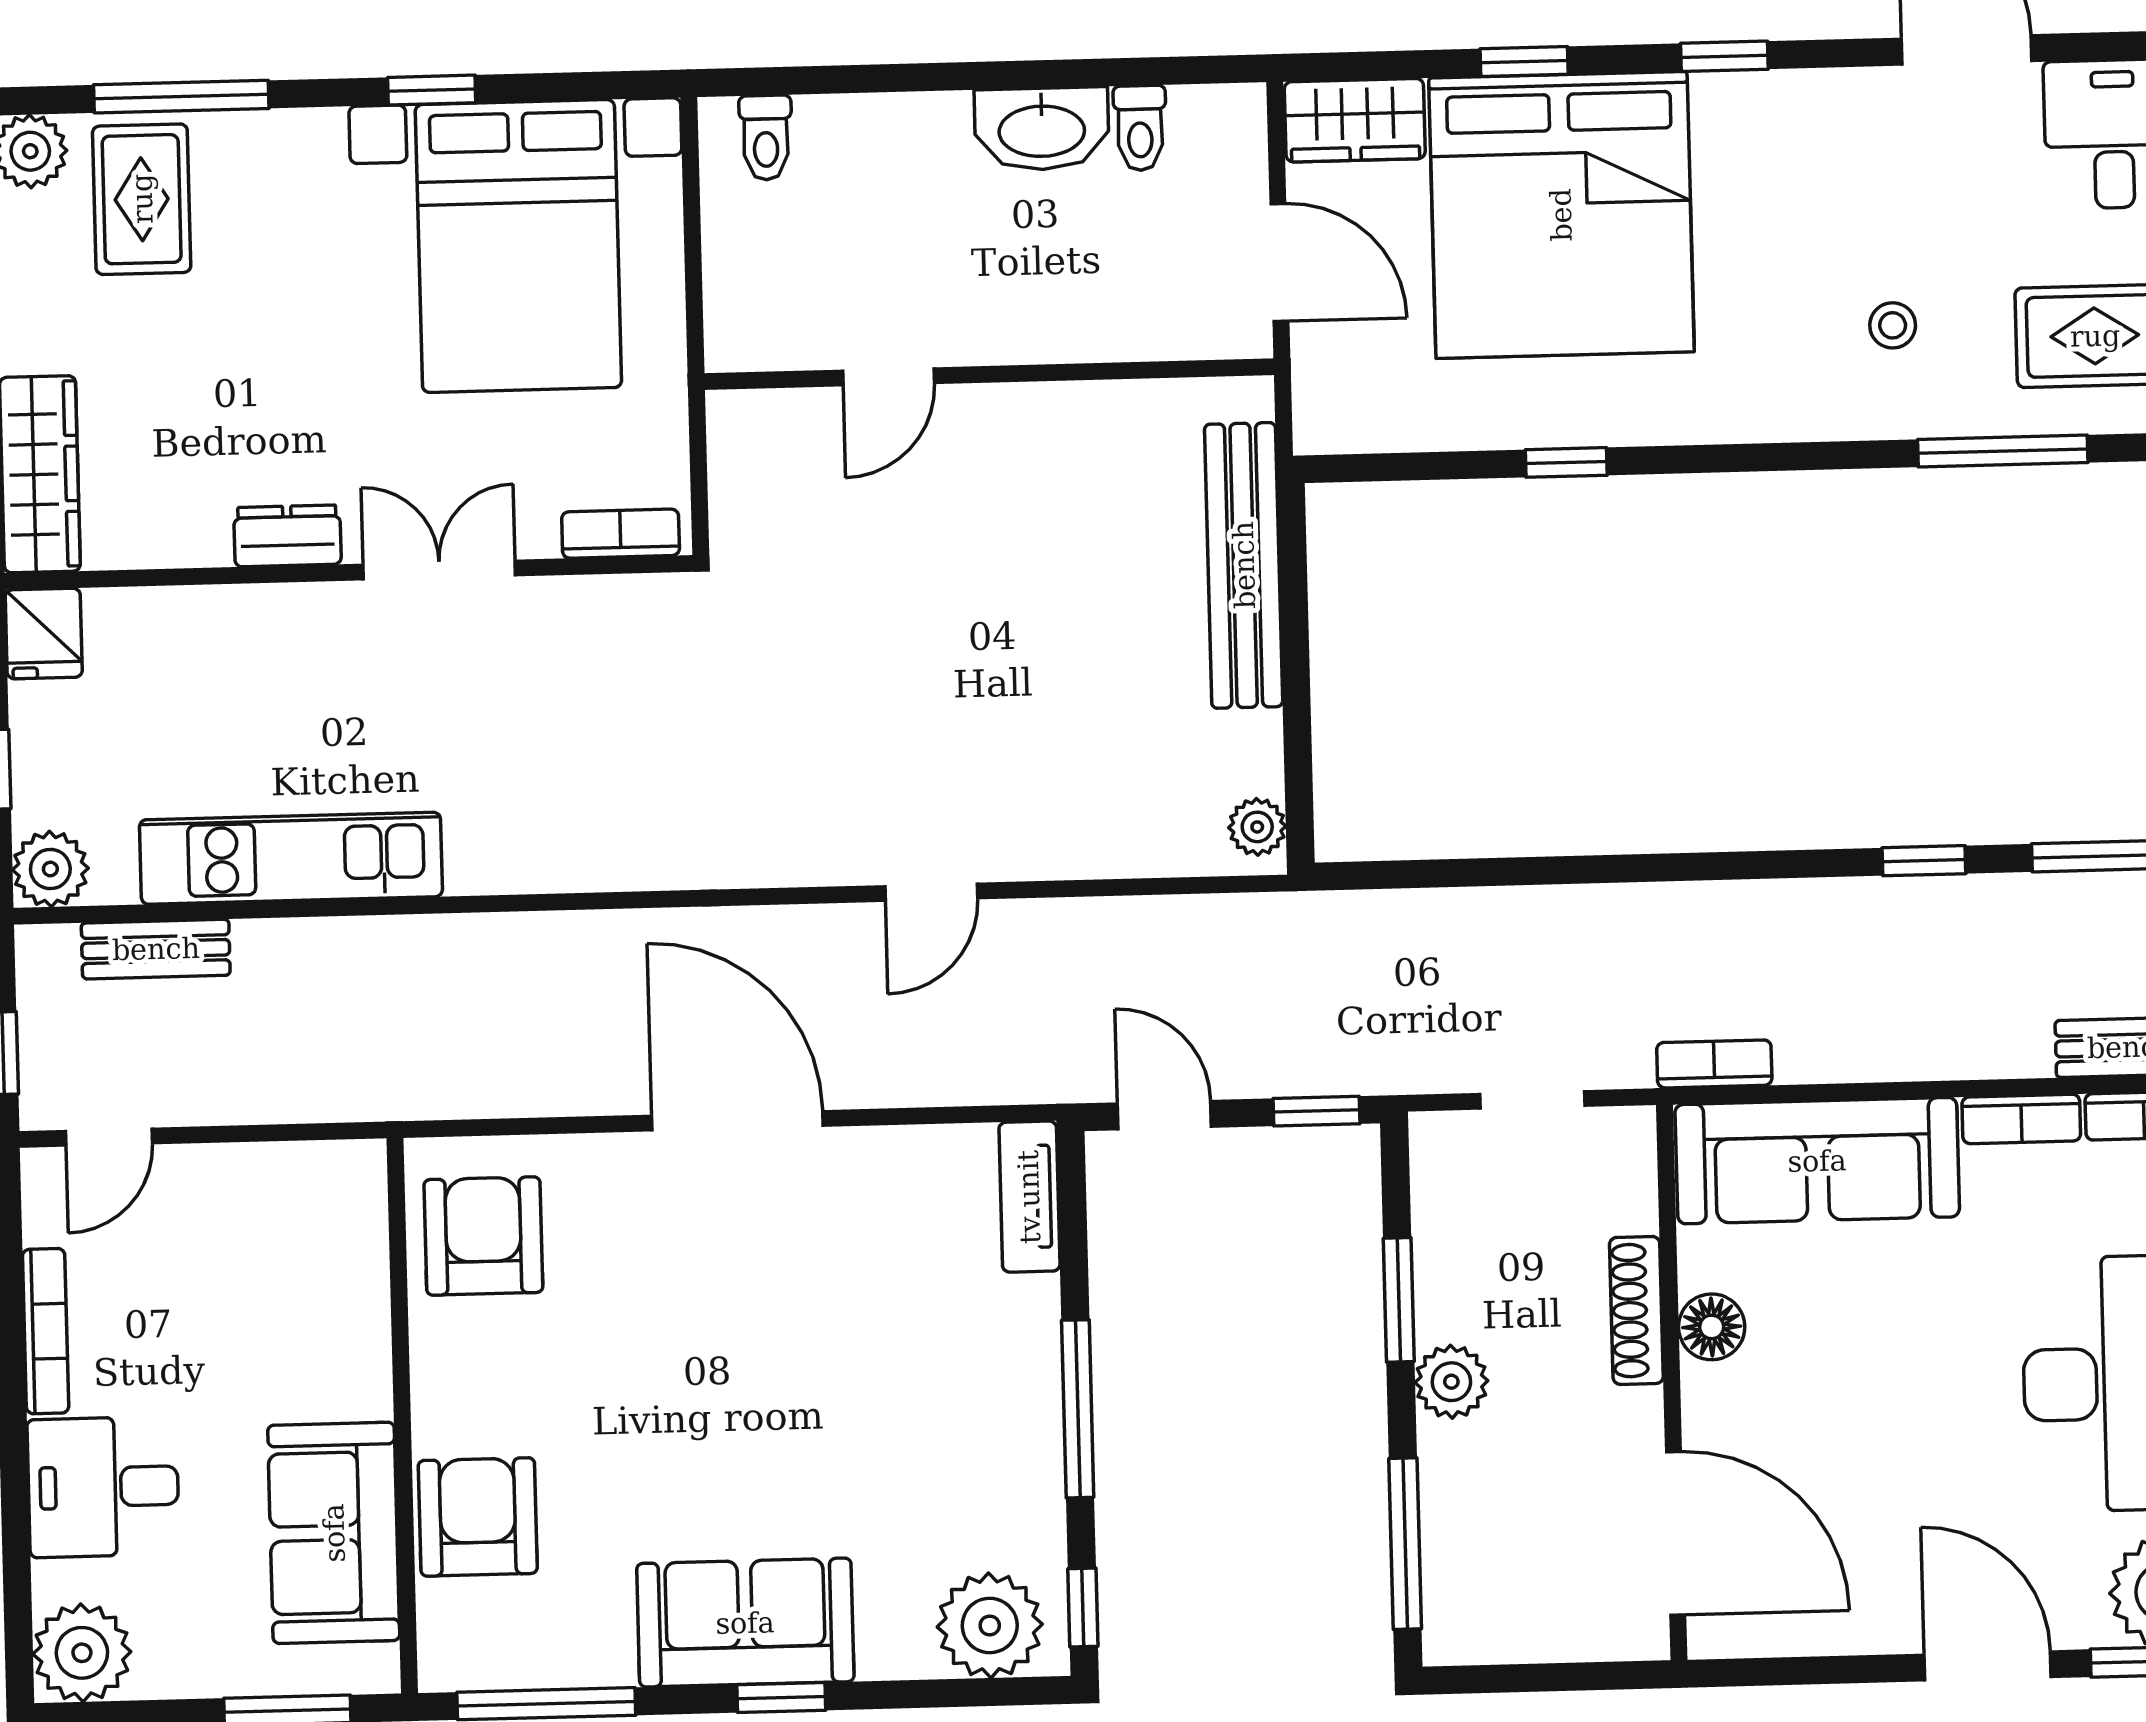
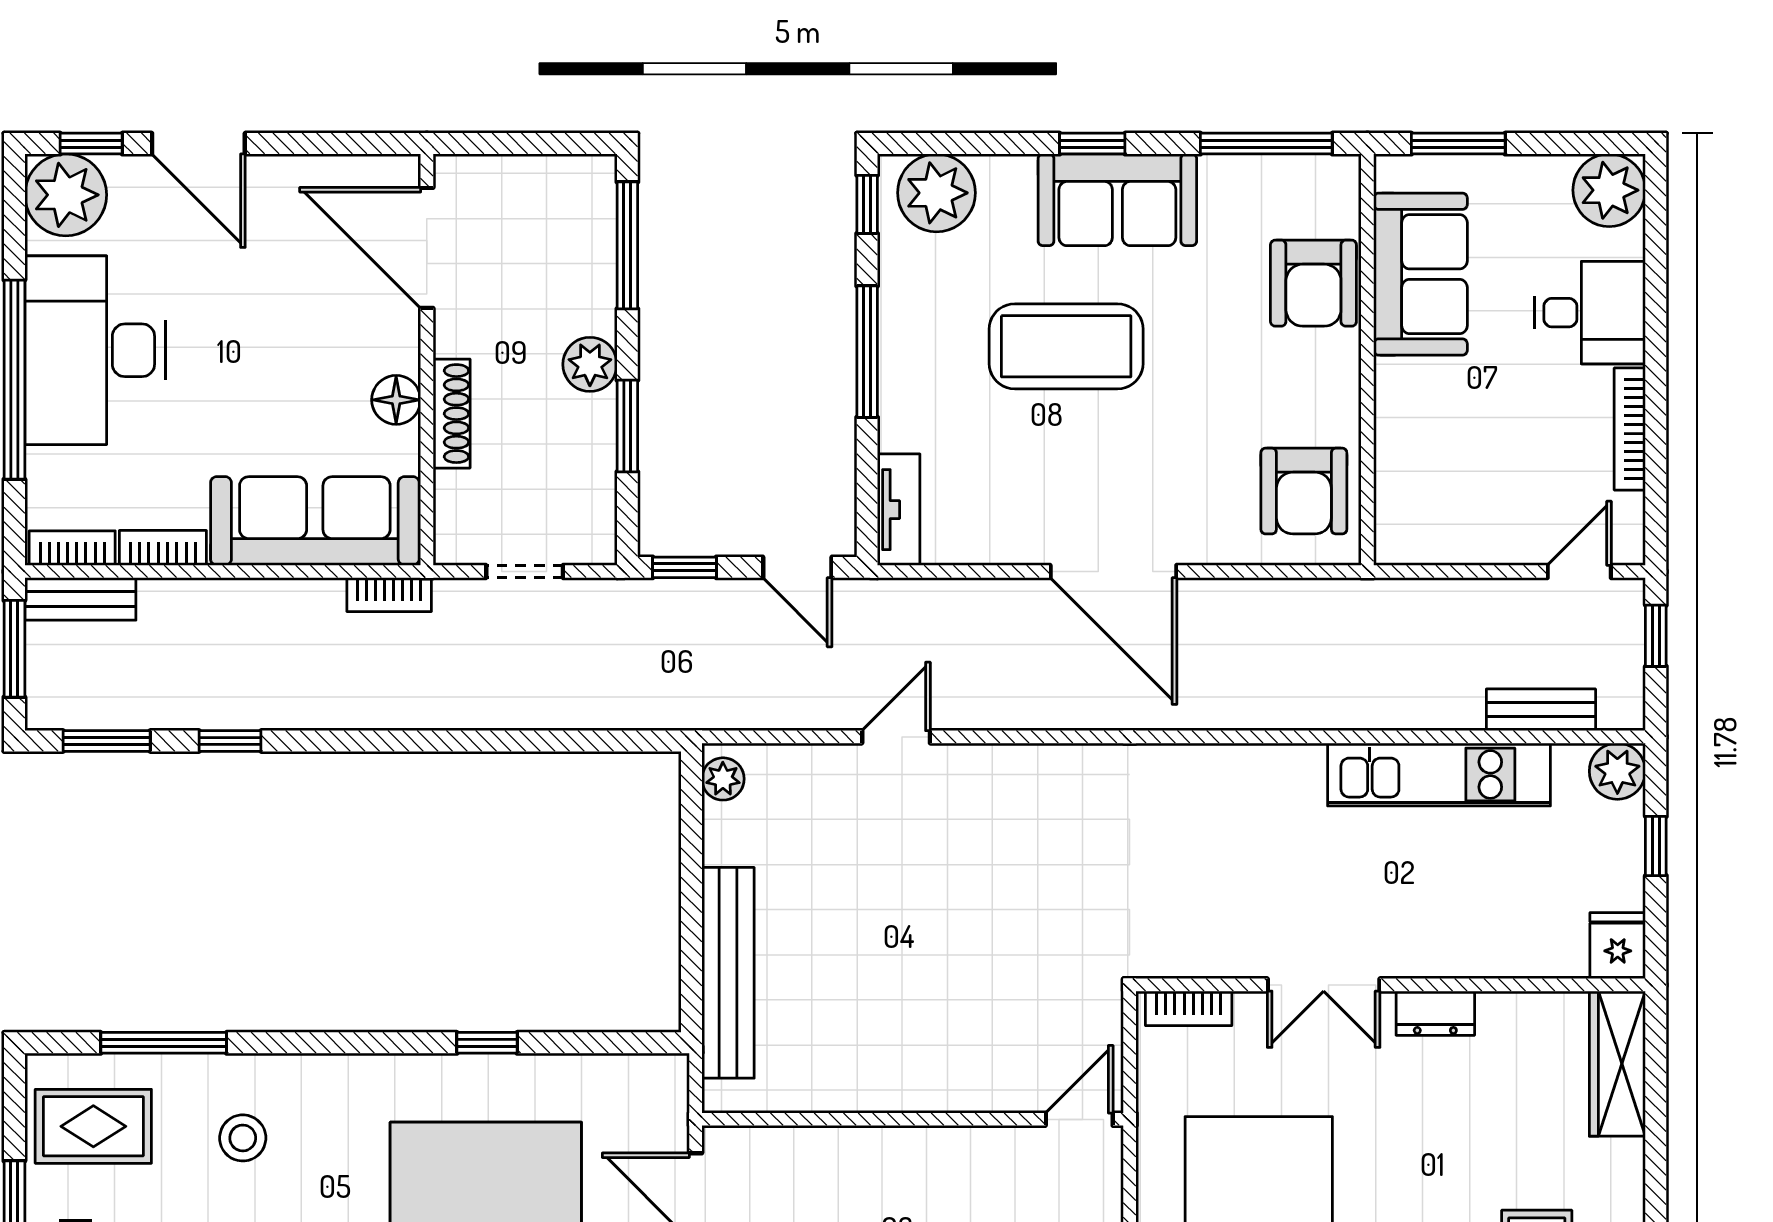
stool: (1893, 325) -> (243, 1138), width x1.37, depth x1.37
door: (889, 377) -> (1079, 1119), moved
door: (931, 892) -> (896, 737), moved
coffee table: (809, 1423) -> (1066, 346), added

